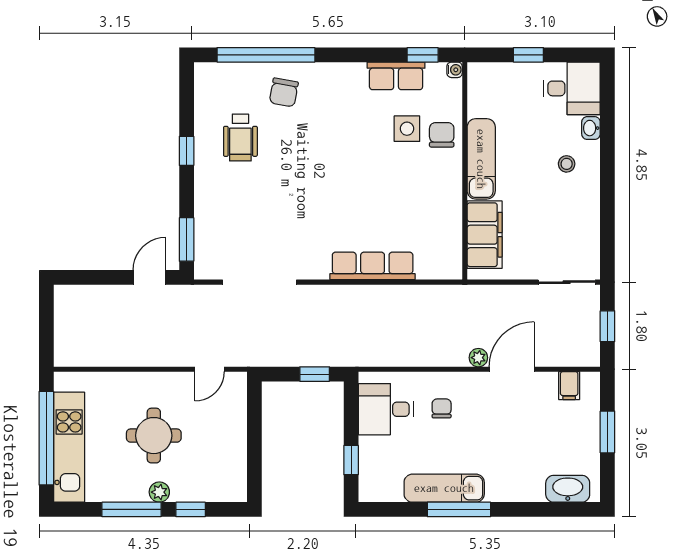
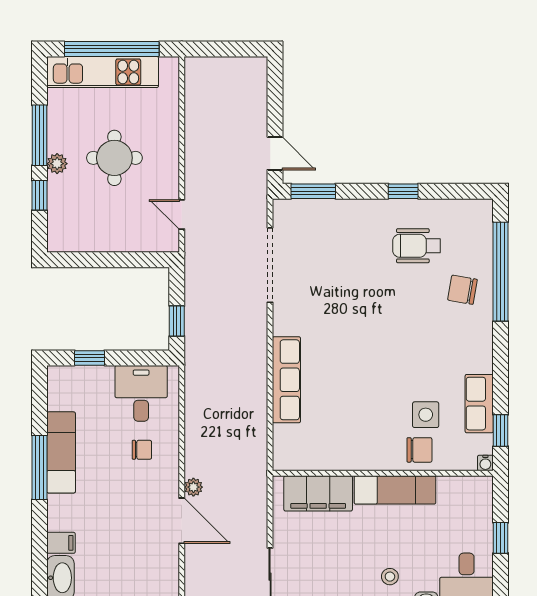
filing cabinet: (569, 386) -> (61, 543), moved, turned 180

